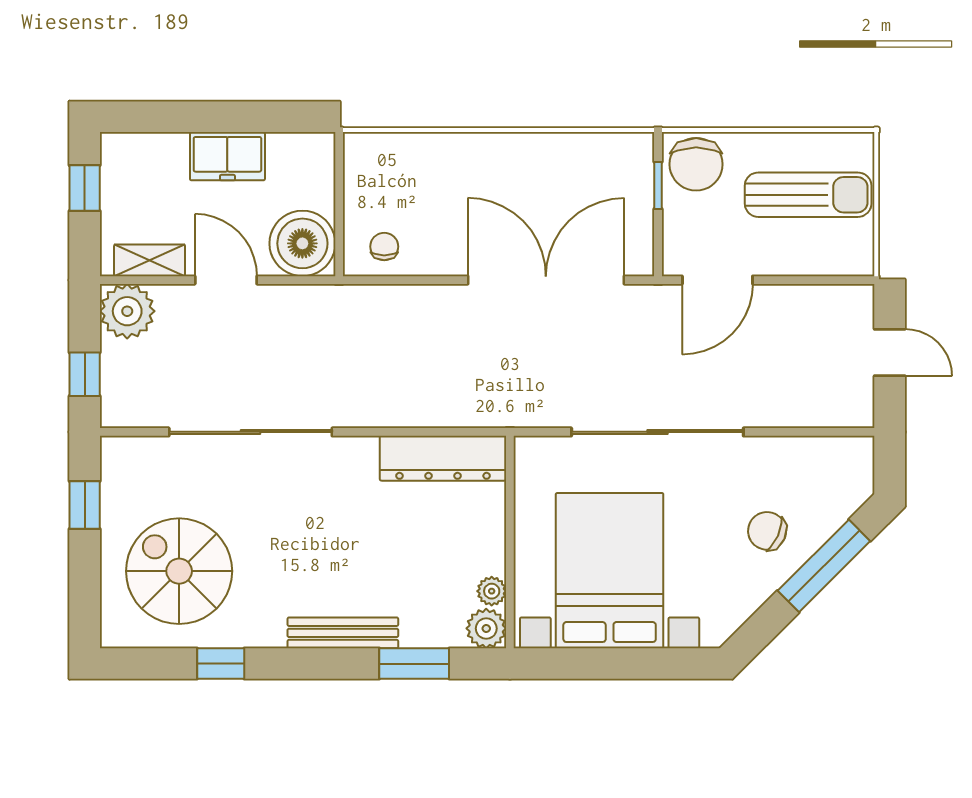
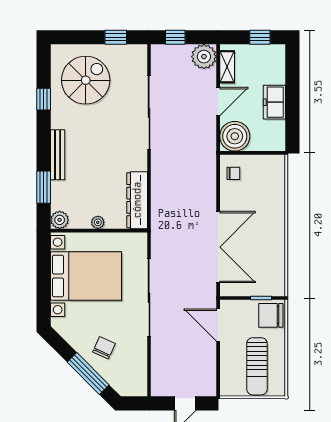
plant: (492, 591) -> (98, 222), moved

